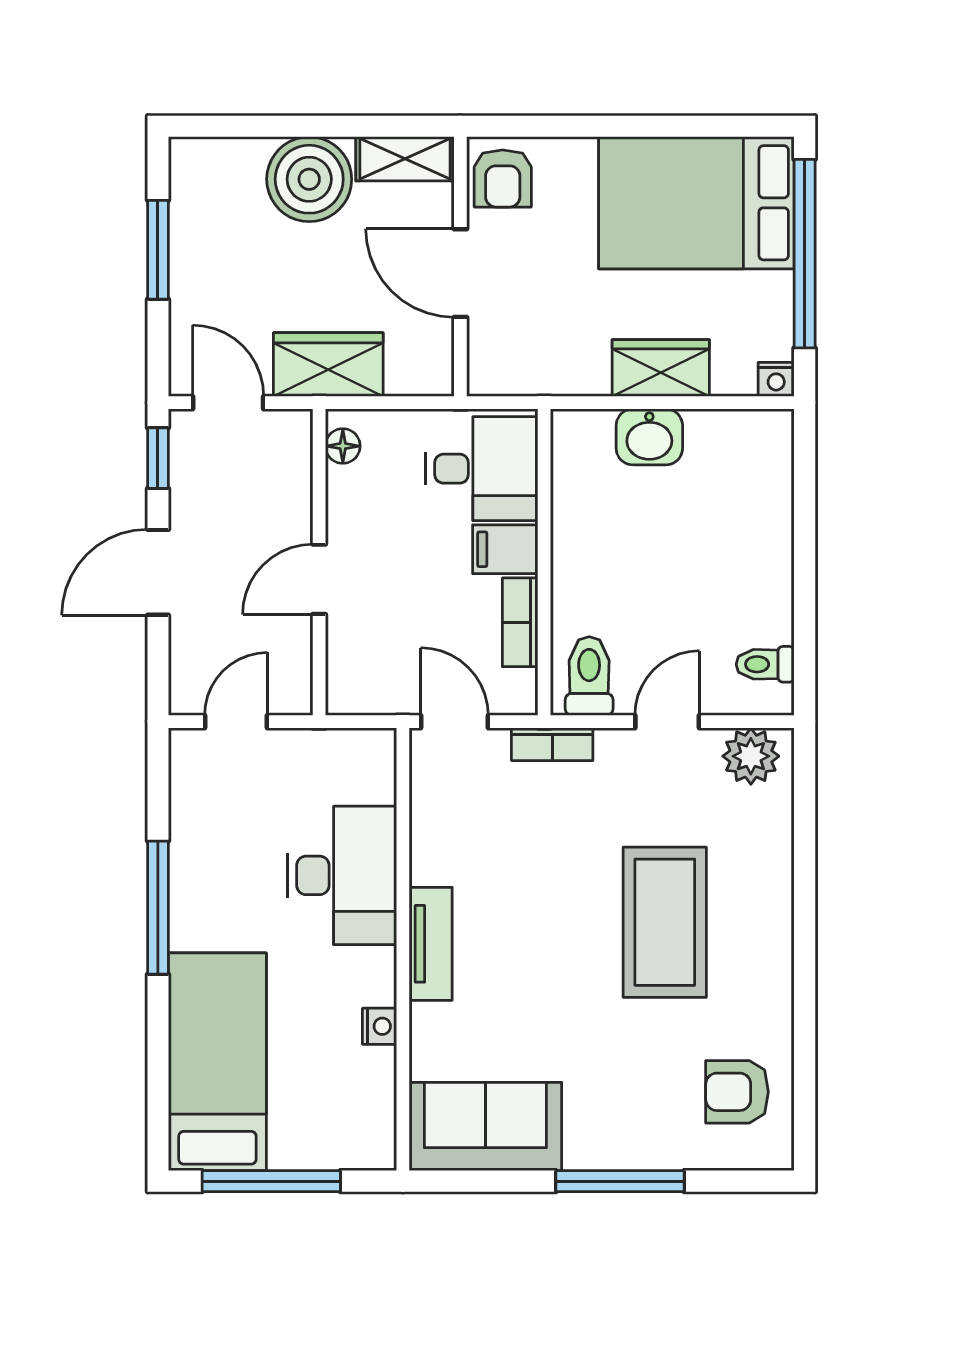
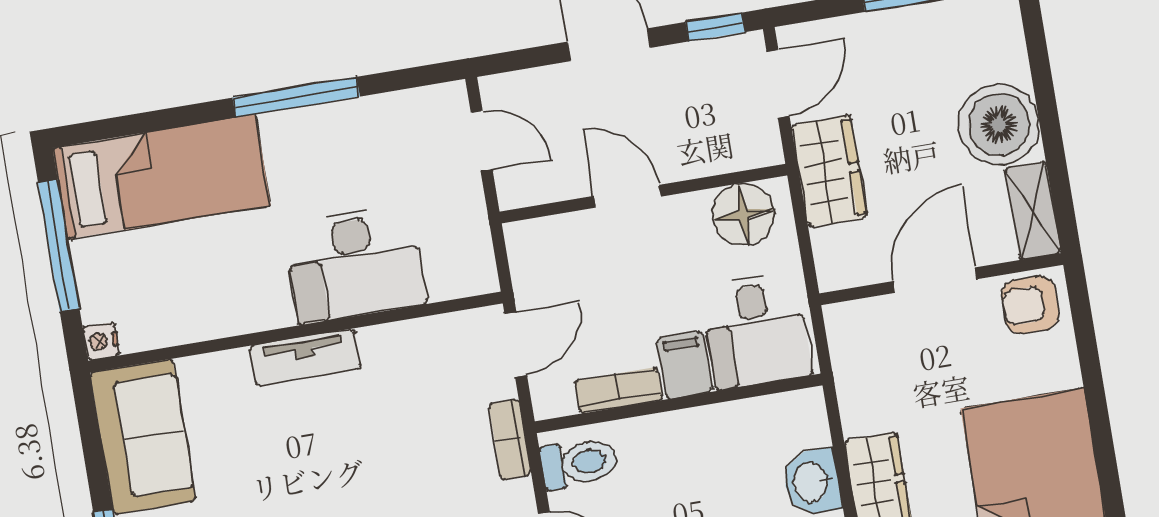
floor lamp: (343, 446) -> (743, 214), width x1.89, depth x1.89
nightstand: (379, 1026) -> (101, 341), moved, turned 90

